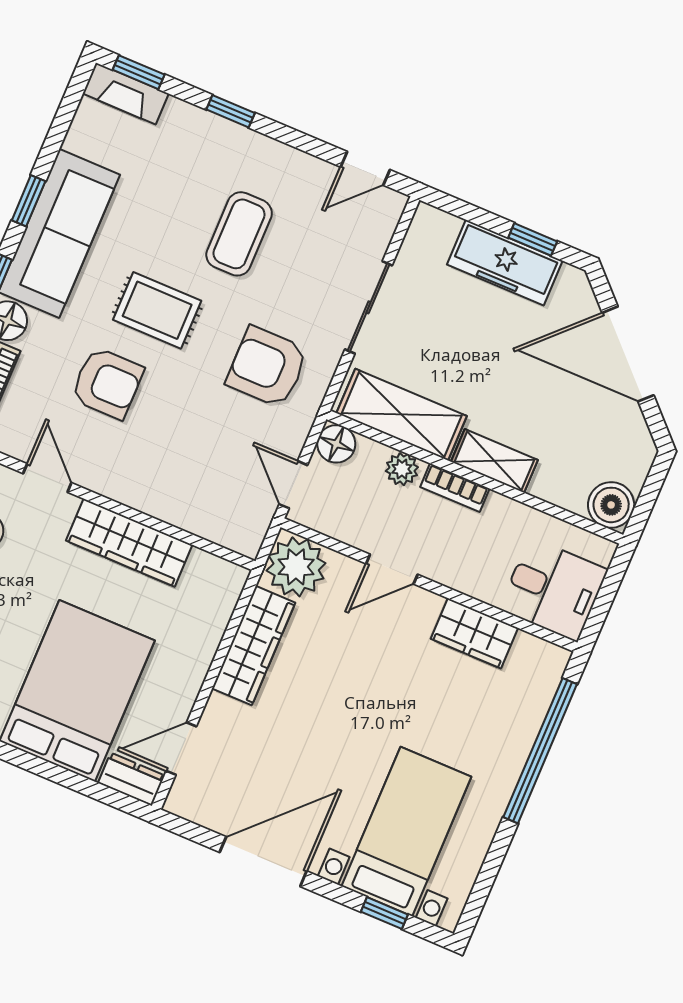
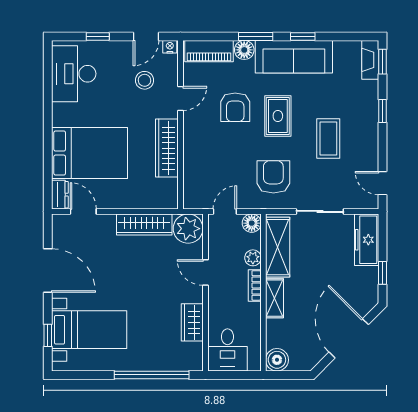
coffee table: (239, 234) -> (328, 138), turned 90
freezer: (505, 263) -> (367, 240), moved

